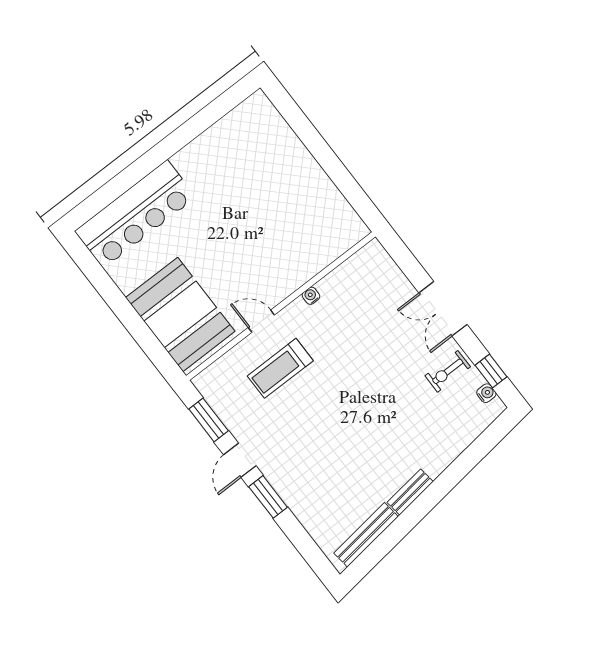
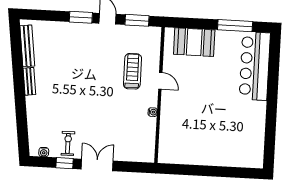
window: (105, 286) -> (235, 26), added
booth: (180, 314) -> (194, 42), width x0.73, depth x0.70
door: (261, 321) -> (160, 81), hinge flipped
window: (491, 371) -> (65, 163), moved

